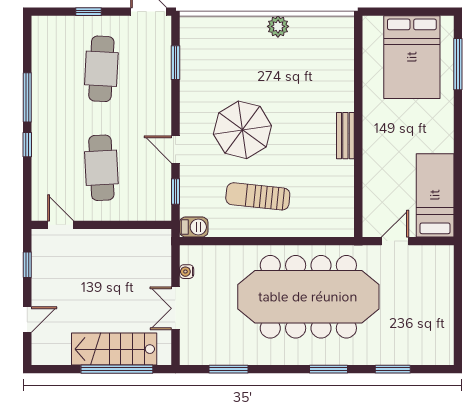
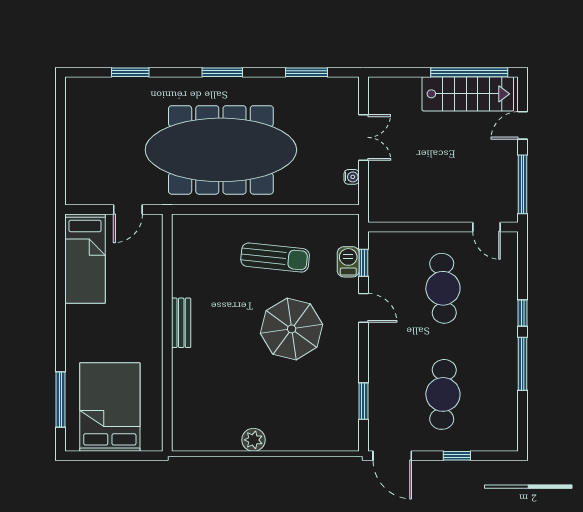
barbecue: (194, 227) -> (348, 262), moved, turned 90
window: (27, 265) -> (522, 184), width x2.17
stairs: (114, 349) -> (468, 94), moved
window: (117, 369) -> (469, 72), moved
window: (328, 369) -> (222, 72), moved

